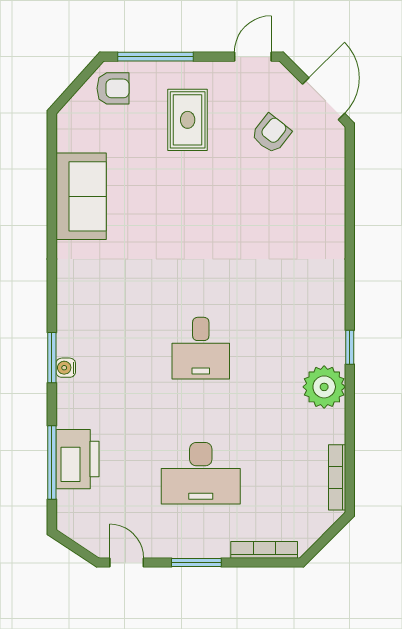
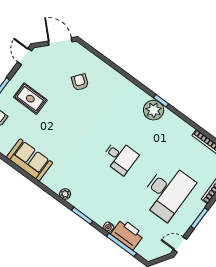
armchair: (271, 134) -> (80, 82), moved
plant: (68, 301) -> (65, 194), added
water cooler: (66, 368) -> (108, 227), moved
plant: (324, 387) -> (154, 110), moved
desk: (201, 473) -> (167, 192), width x1.36, depth x1.30

